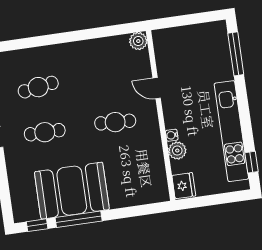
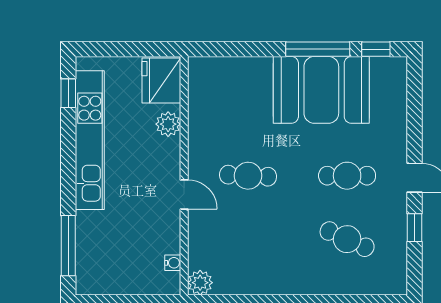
cafe table: (38, 87) -> (347, 239), turned 33
door: (157, 88) -> (184, 194), moved
water cooler: (172, 135) -> (173, 263), moved
fridge: (184, 186) -> (161, 80), width x1.36, depth x1.34

